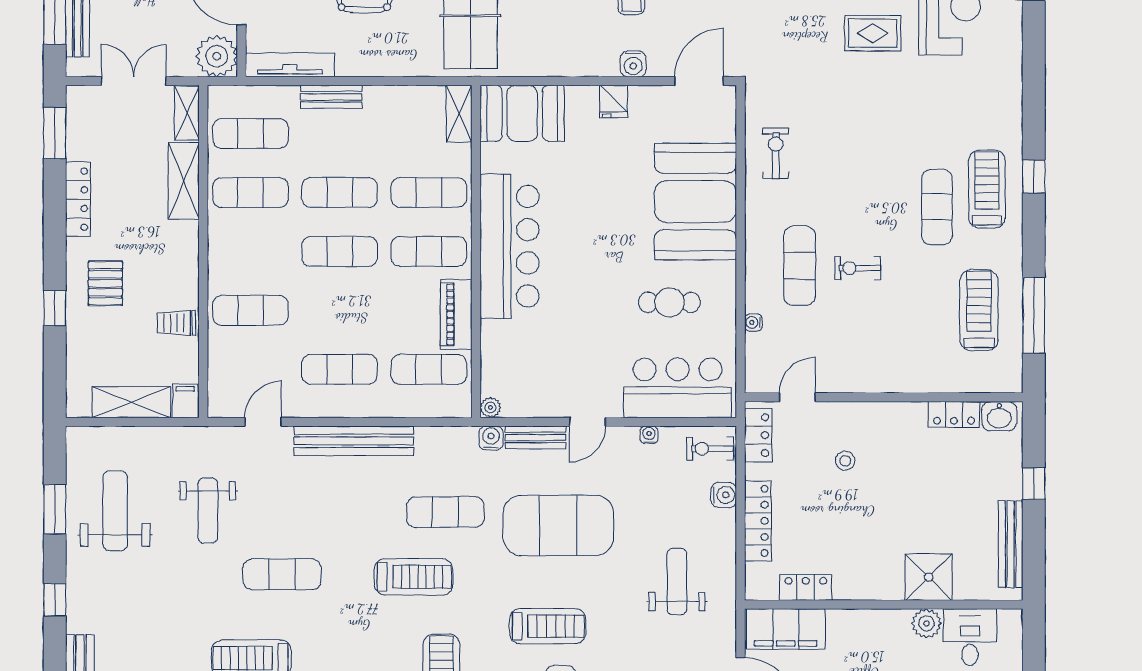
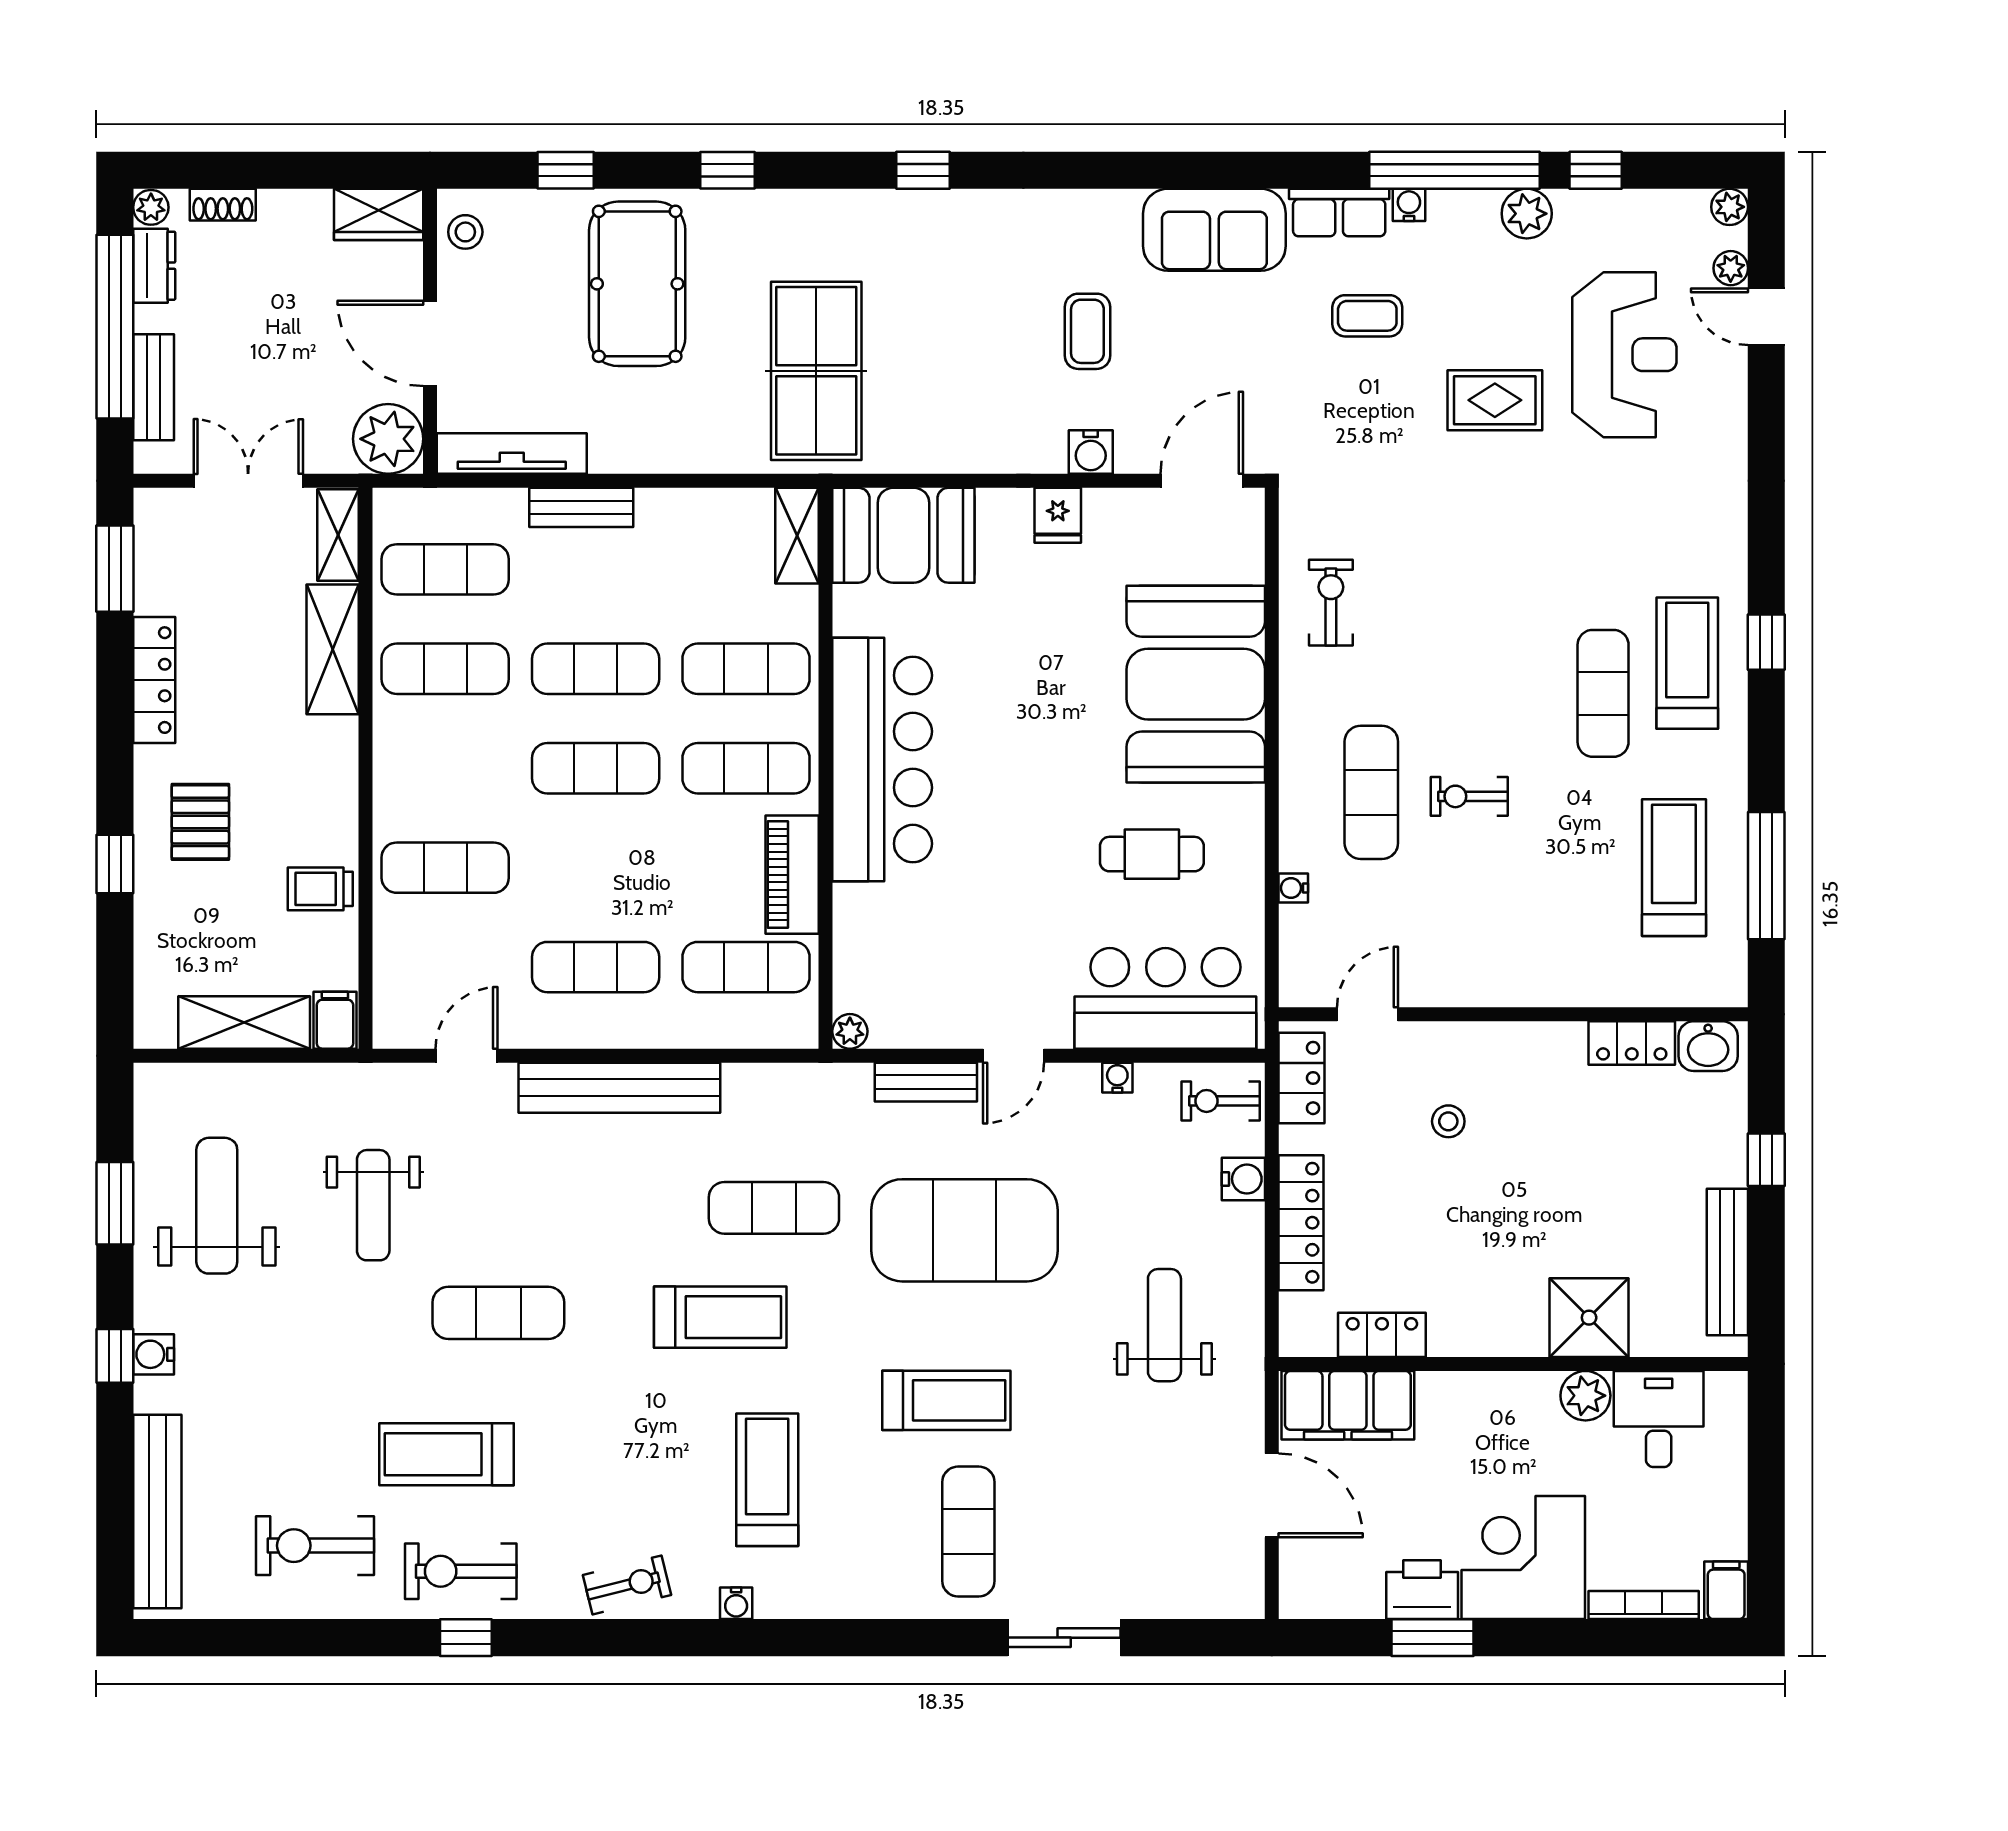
water cooler: (491, 438) -> (154, 1354), moved, turned -90

